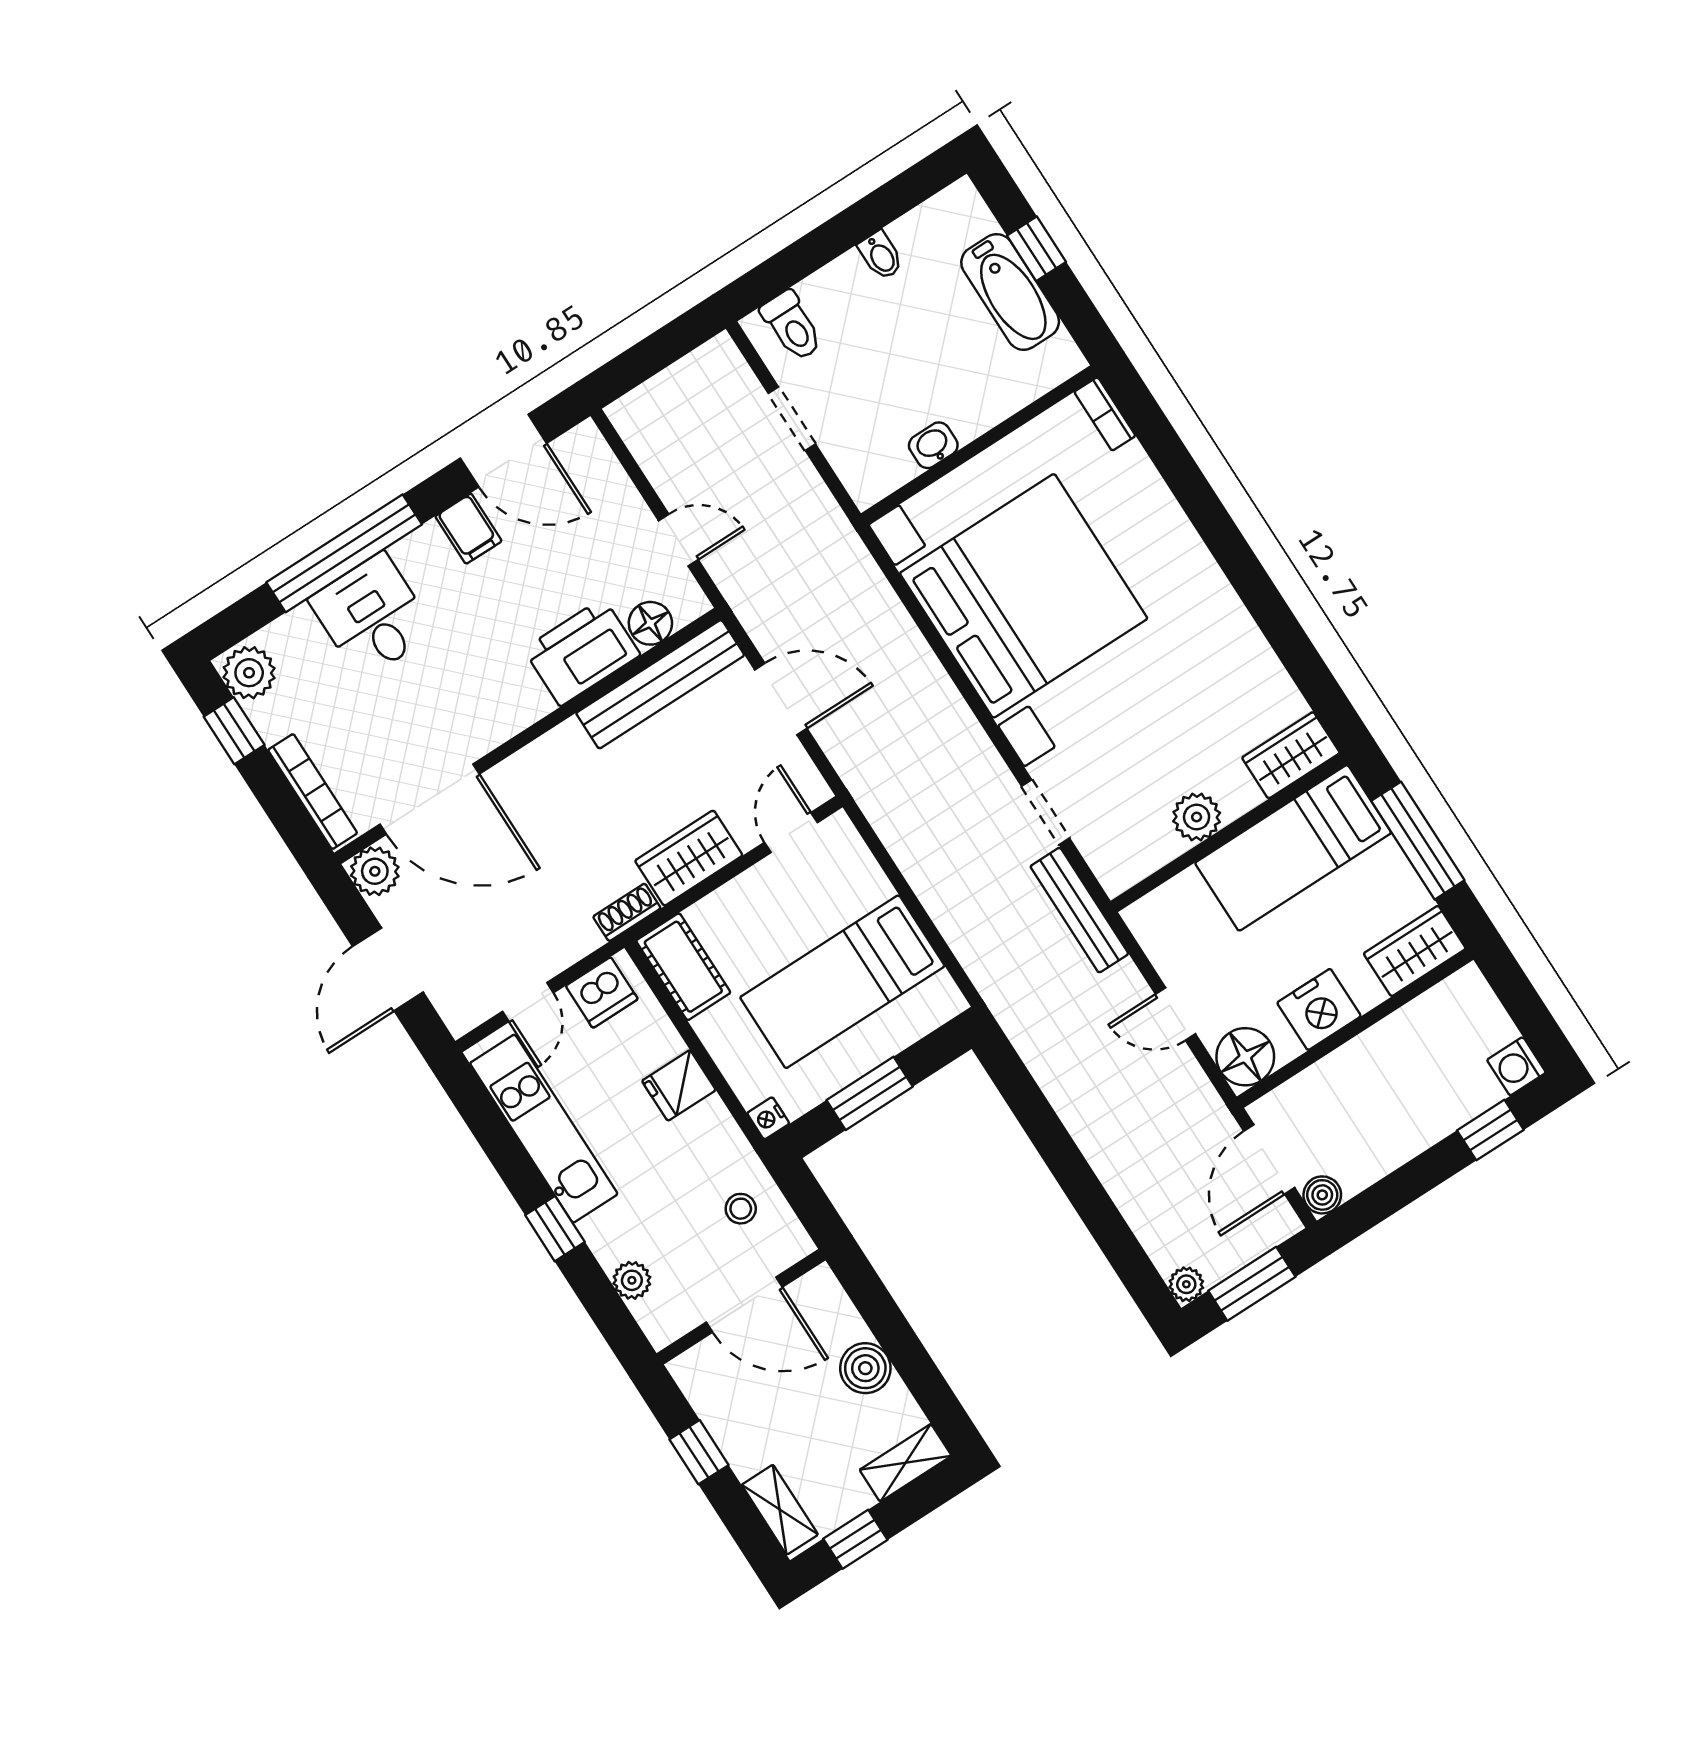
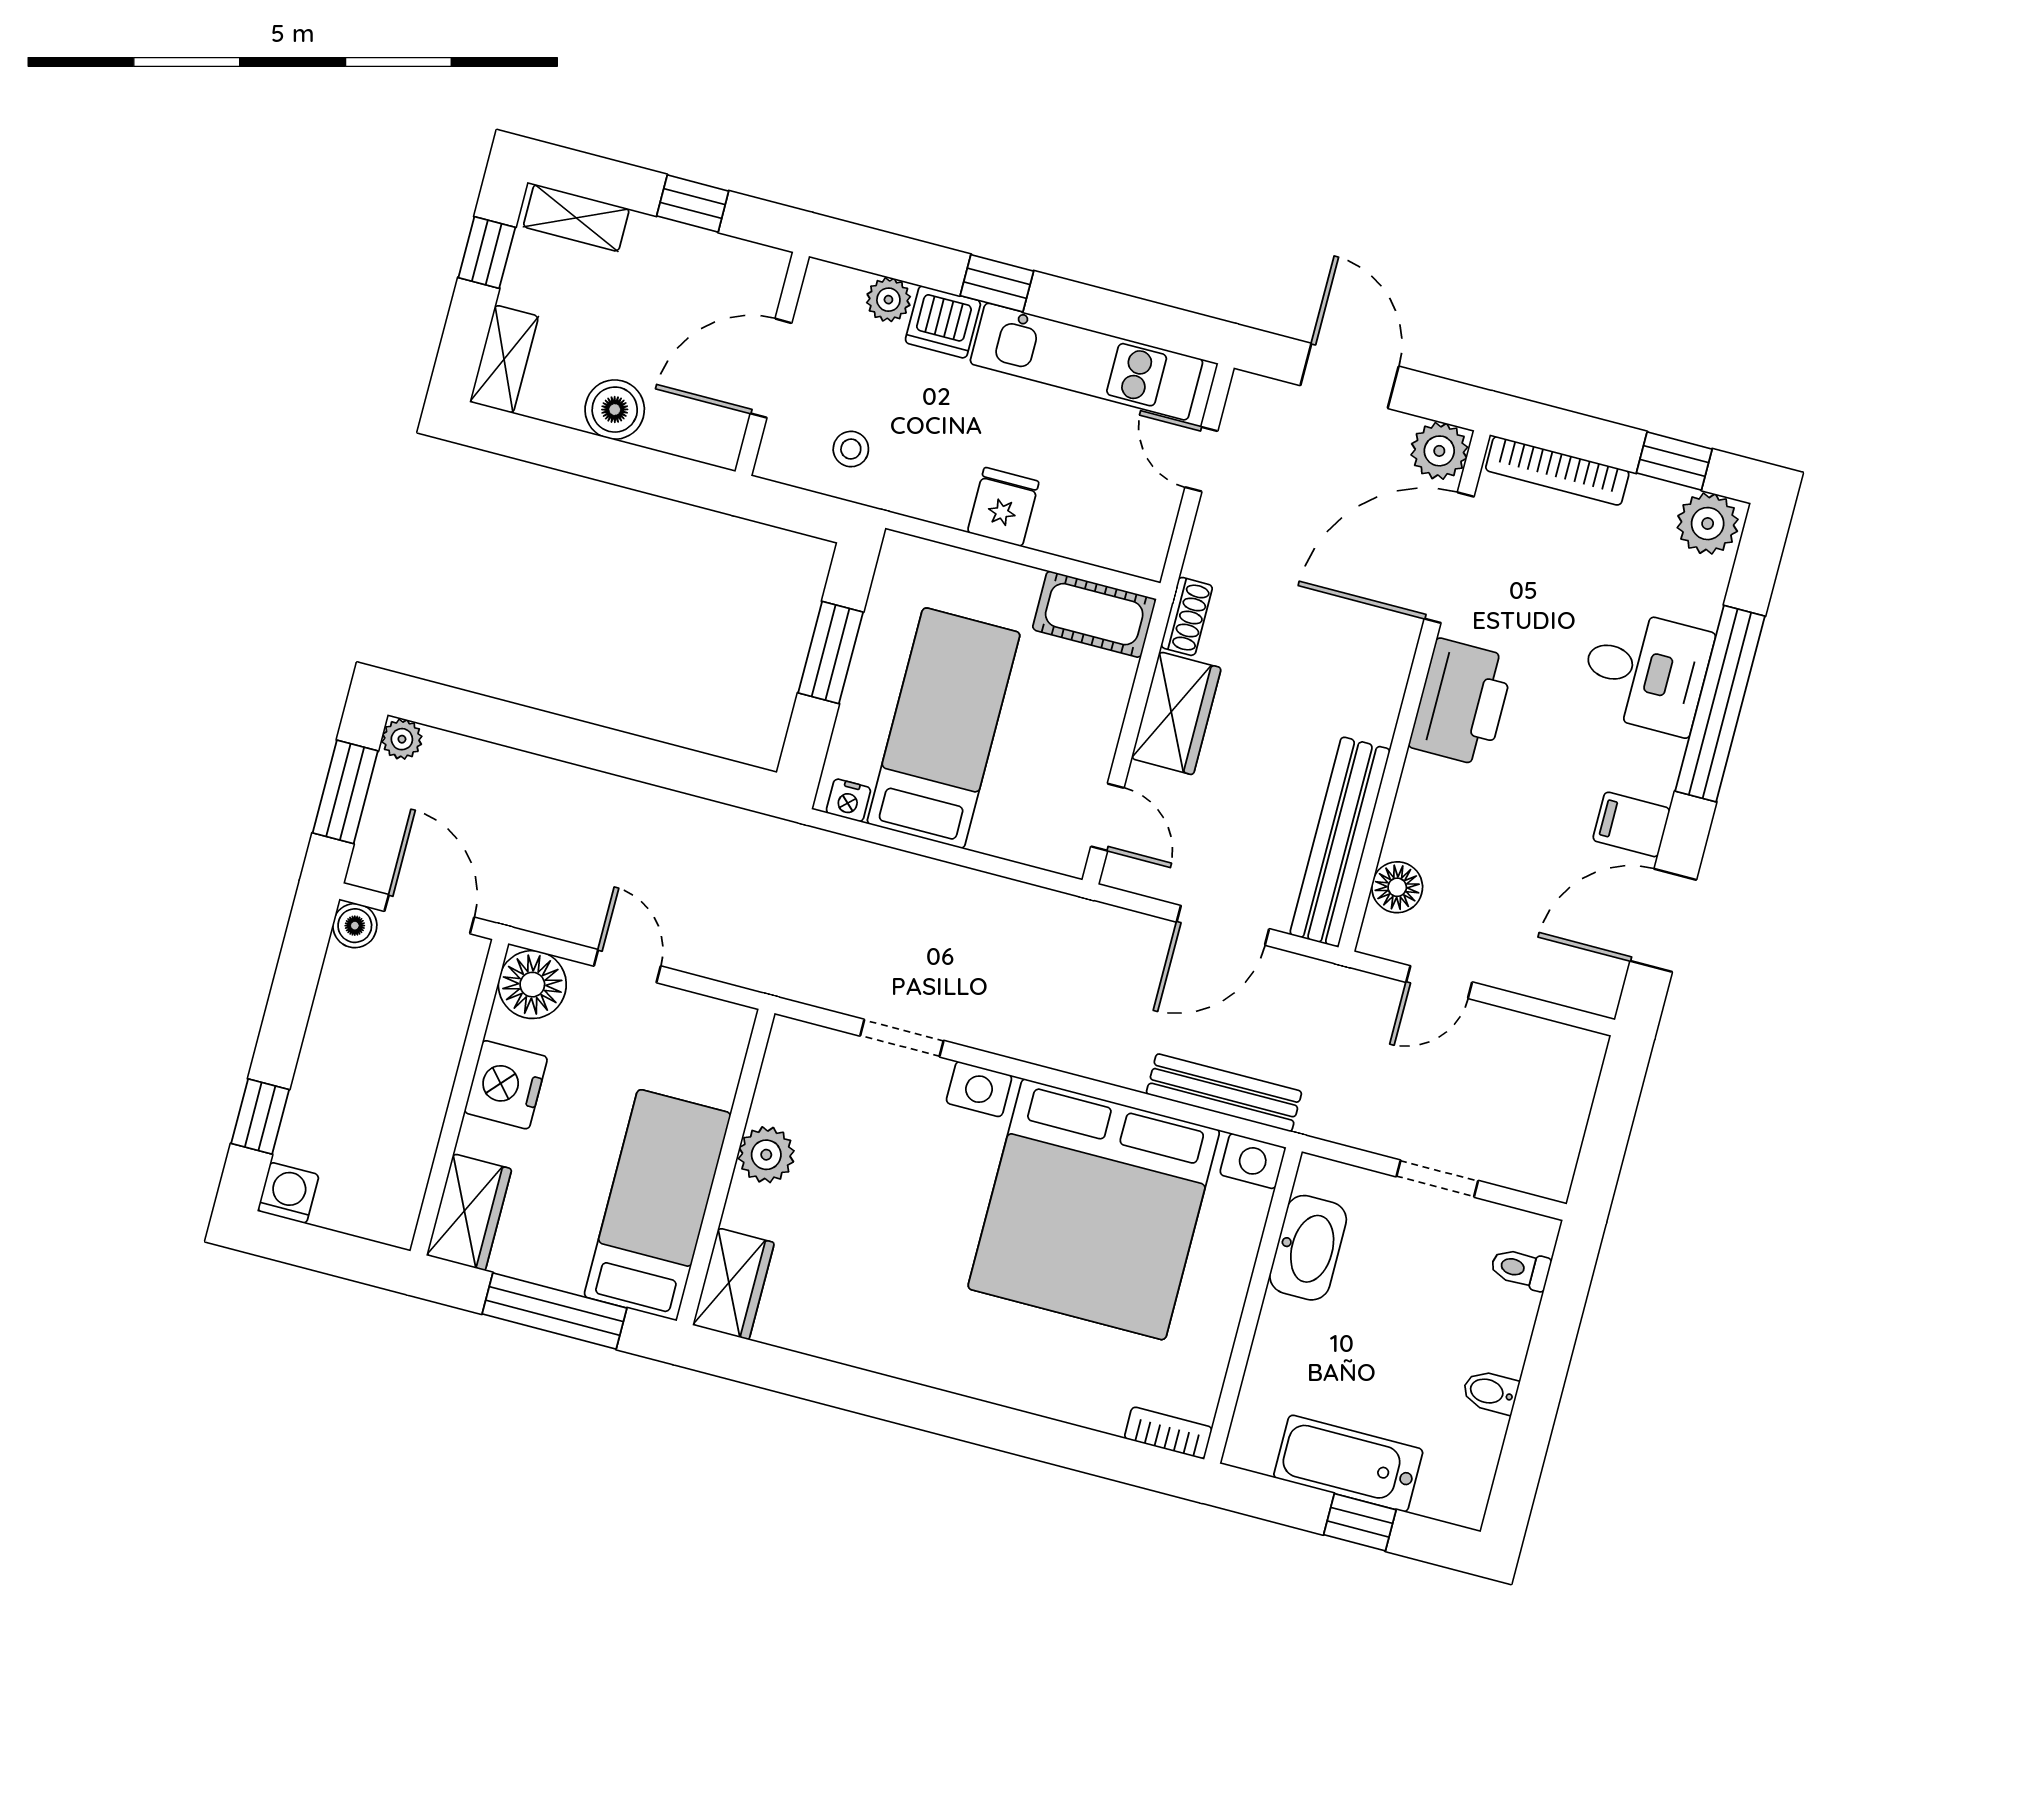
toilet: (792, 326) -> (1520, 1269), width x0.73, depth x0.72
washbasin: (933, 445) -> (1308, 1248), width x1.91, depth x1.45
printer: (582, 652) -> (1462, 702), moved
bench: (1079, 910) -> (1224, 1093), moved
dishwasher: (602, 992) -> (943, 322), moved, turned -90
door: (1176, 1014) -> (627, 966), hinge flipped
nightstand: (768, 1118) -> (848, 800), moved, turned 180

